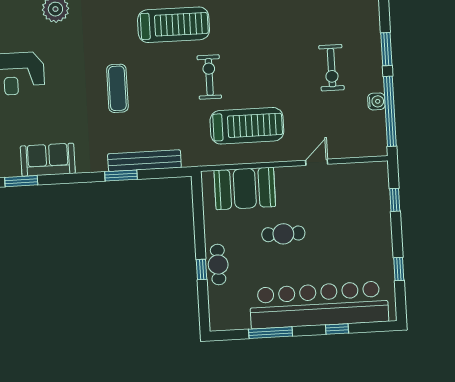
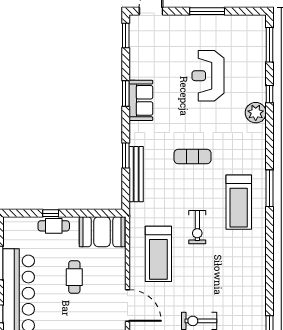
exercise bike: (209, 77) -> (197, 227), turned 90
door: (317, 162) -> (128, 306), width x1.88
window: (21, 181) -> (126, 94), moved
booth: (245, 188) -> (102, 232), moved, turned 90

